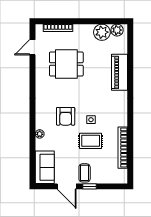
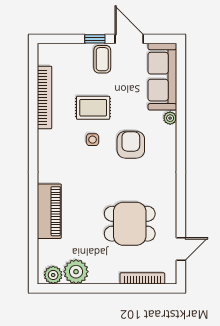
sofa: (45, 167) -> (162, 77), width x1.36

